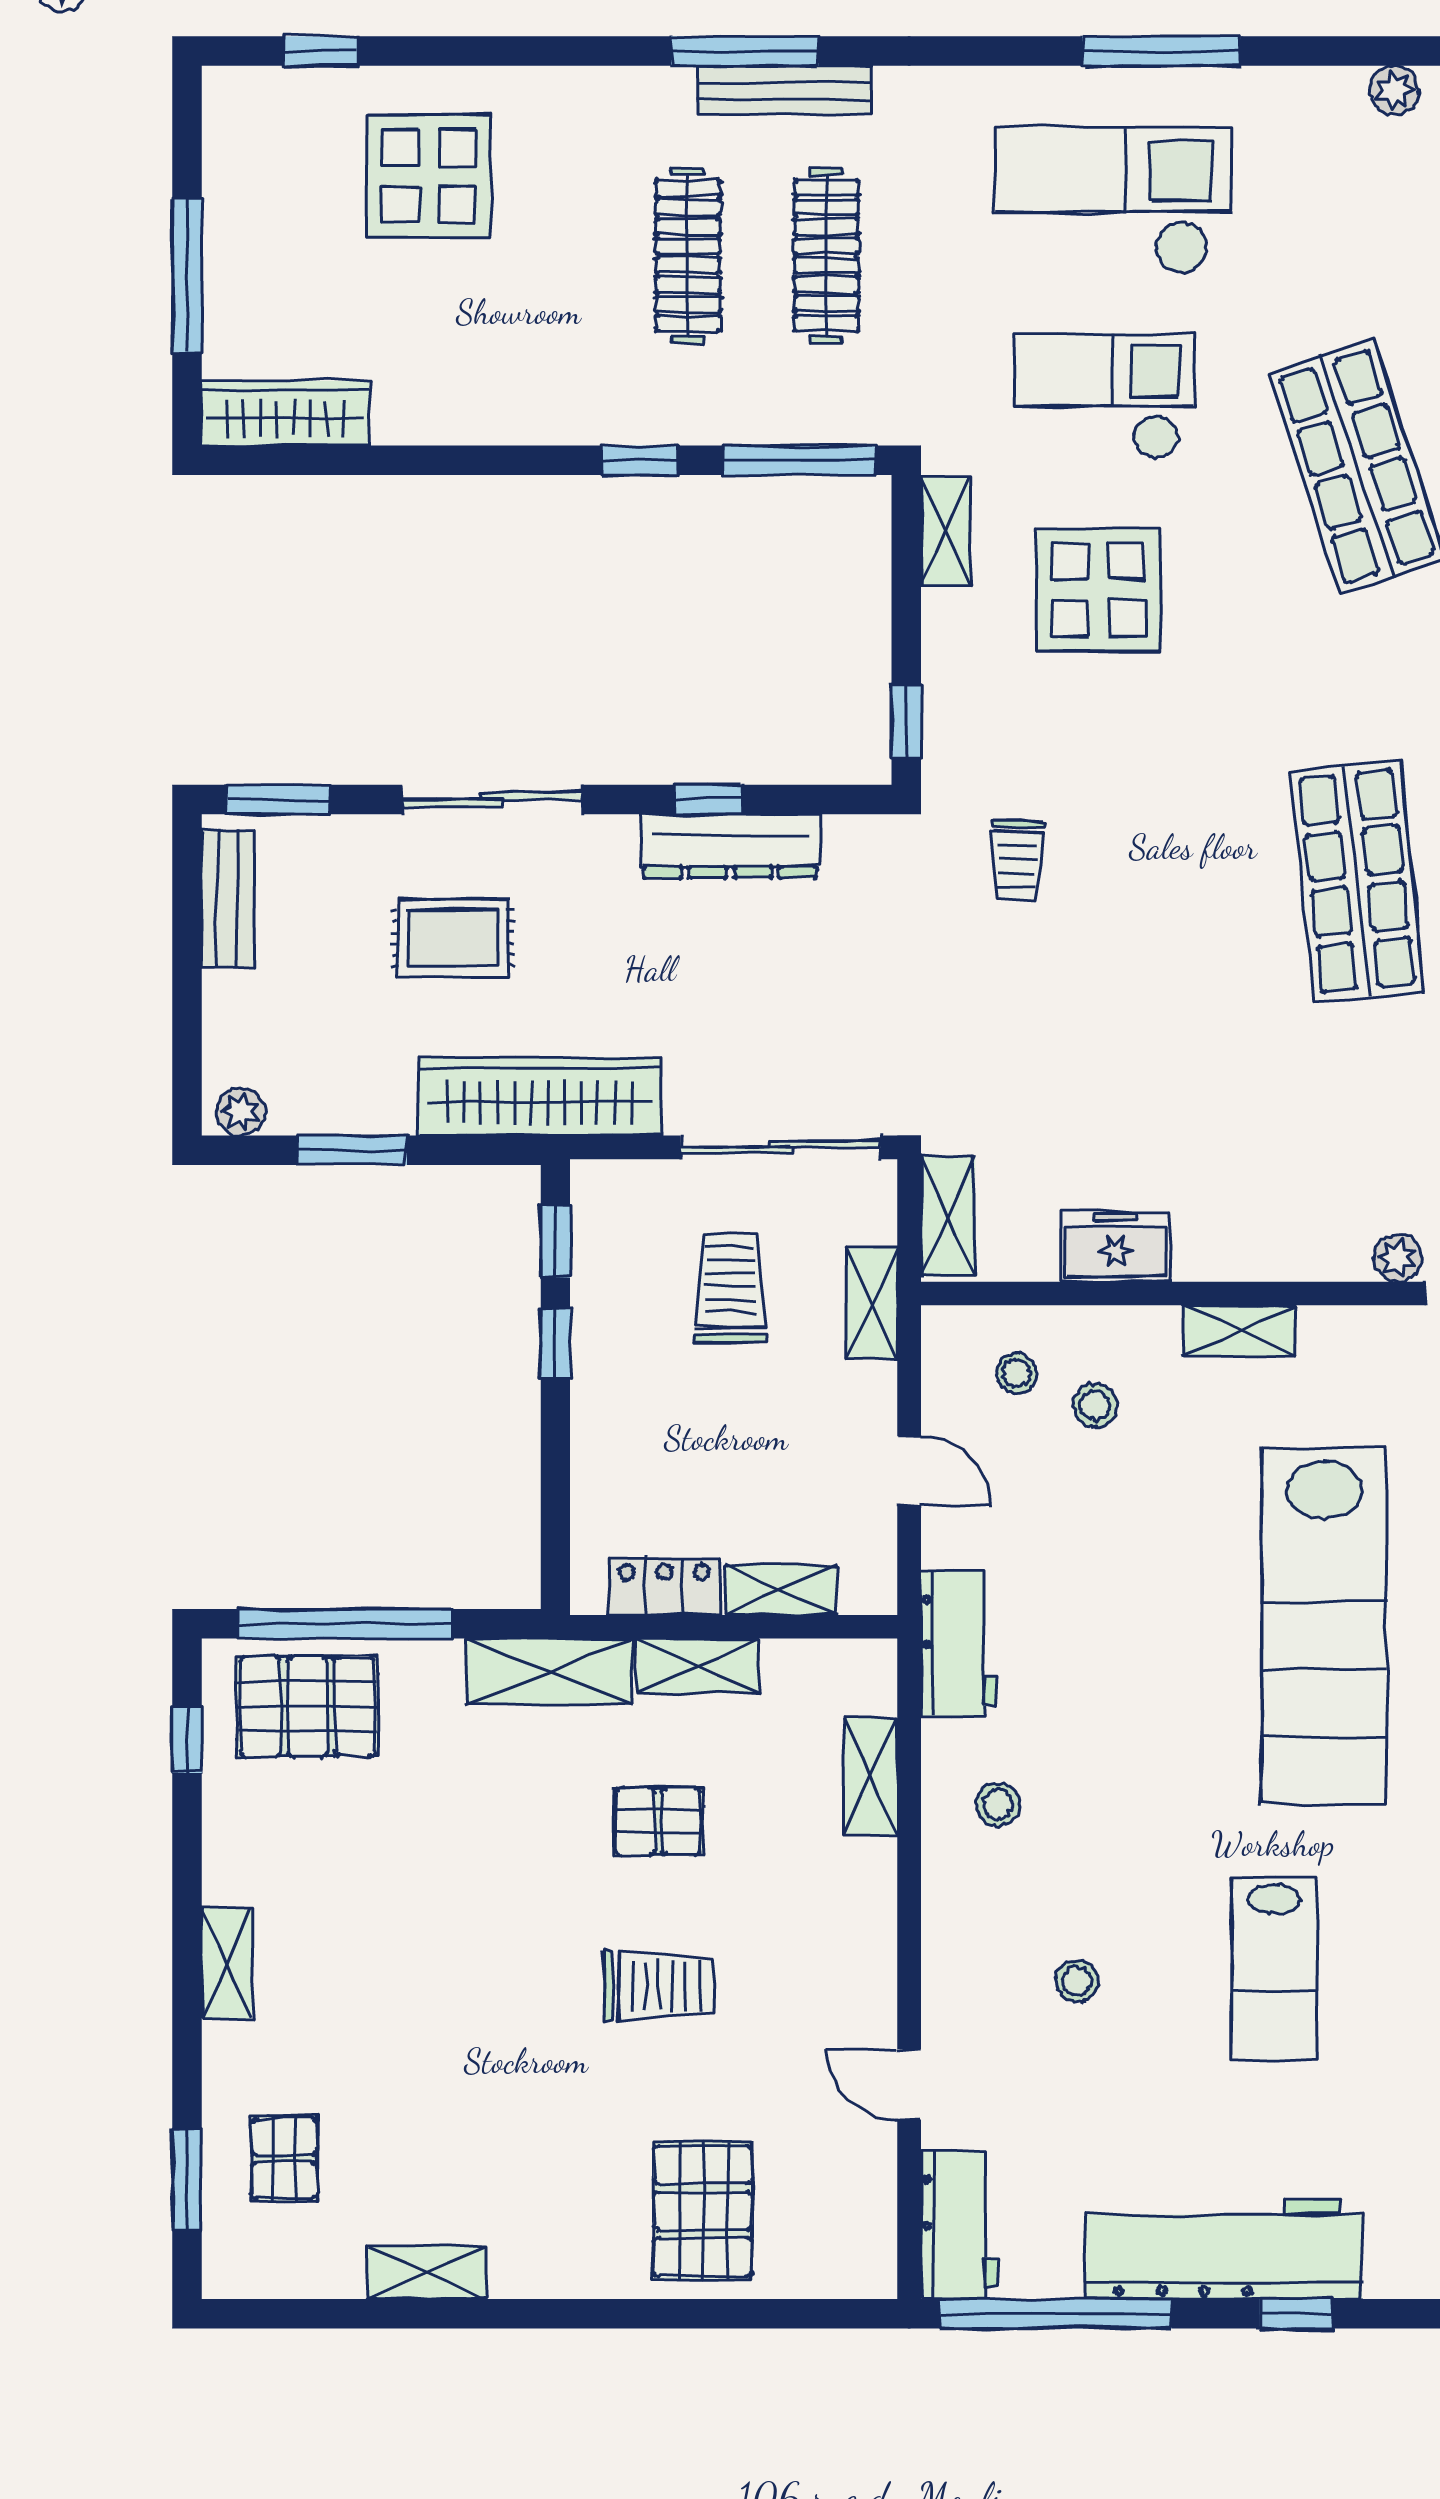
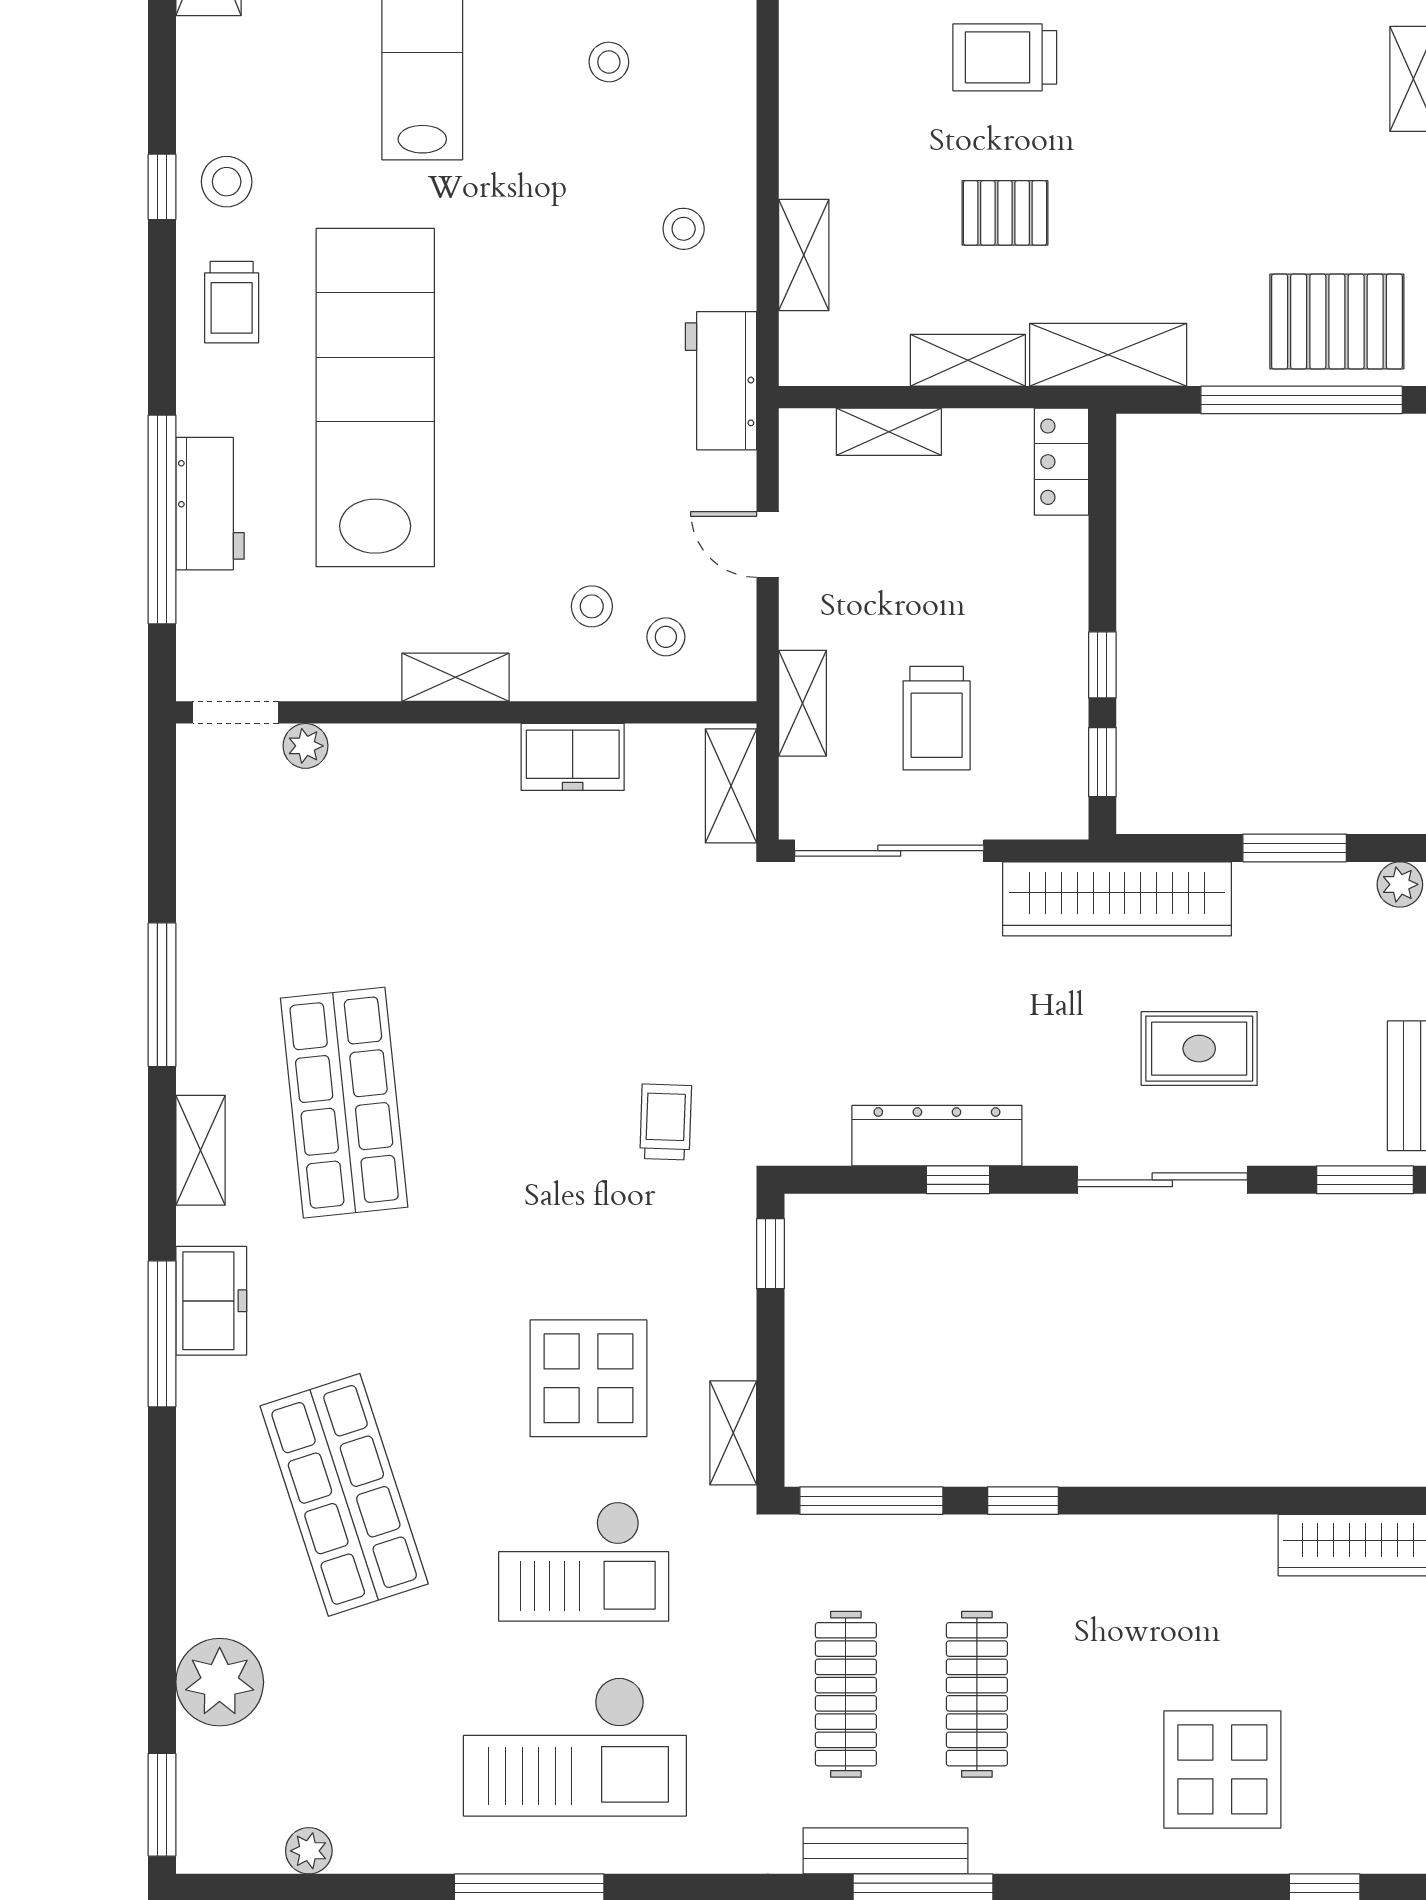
locker: (664, 1586) -> (1061, 462), moved, turned 90

